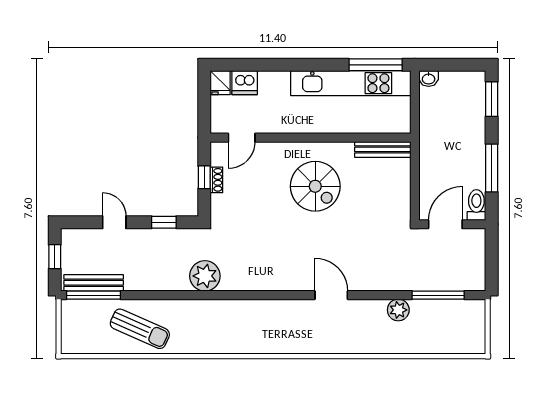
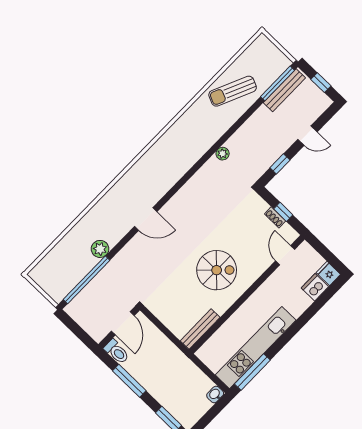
spiral stairs: (315, 186) -> (217, 270), turned 180
plant: (205, 276) -> (223, 154), width x0.53, depth x0.53
window: (438, 295) -> (86, 280), width x1.46

